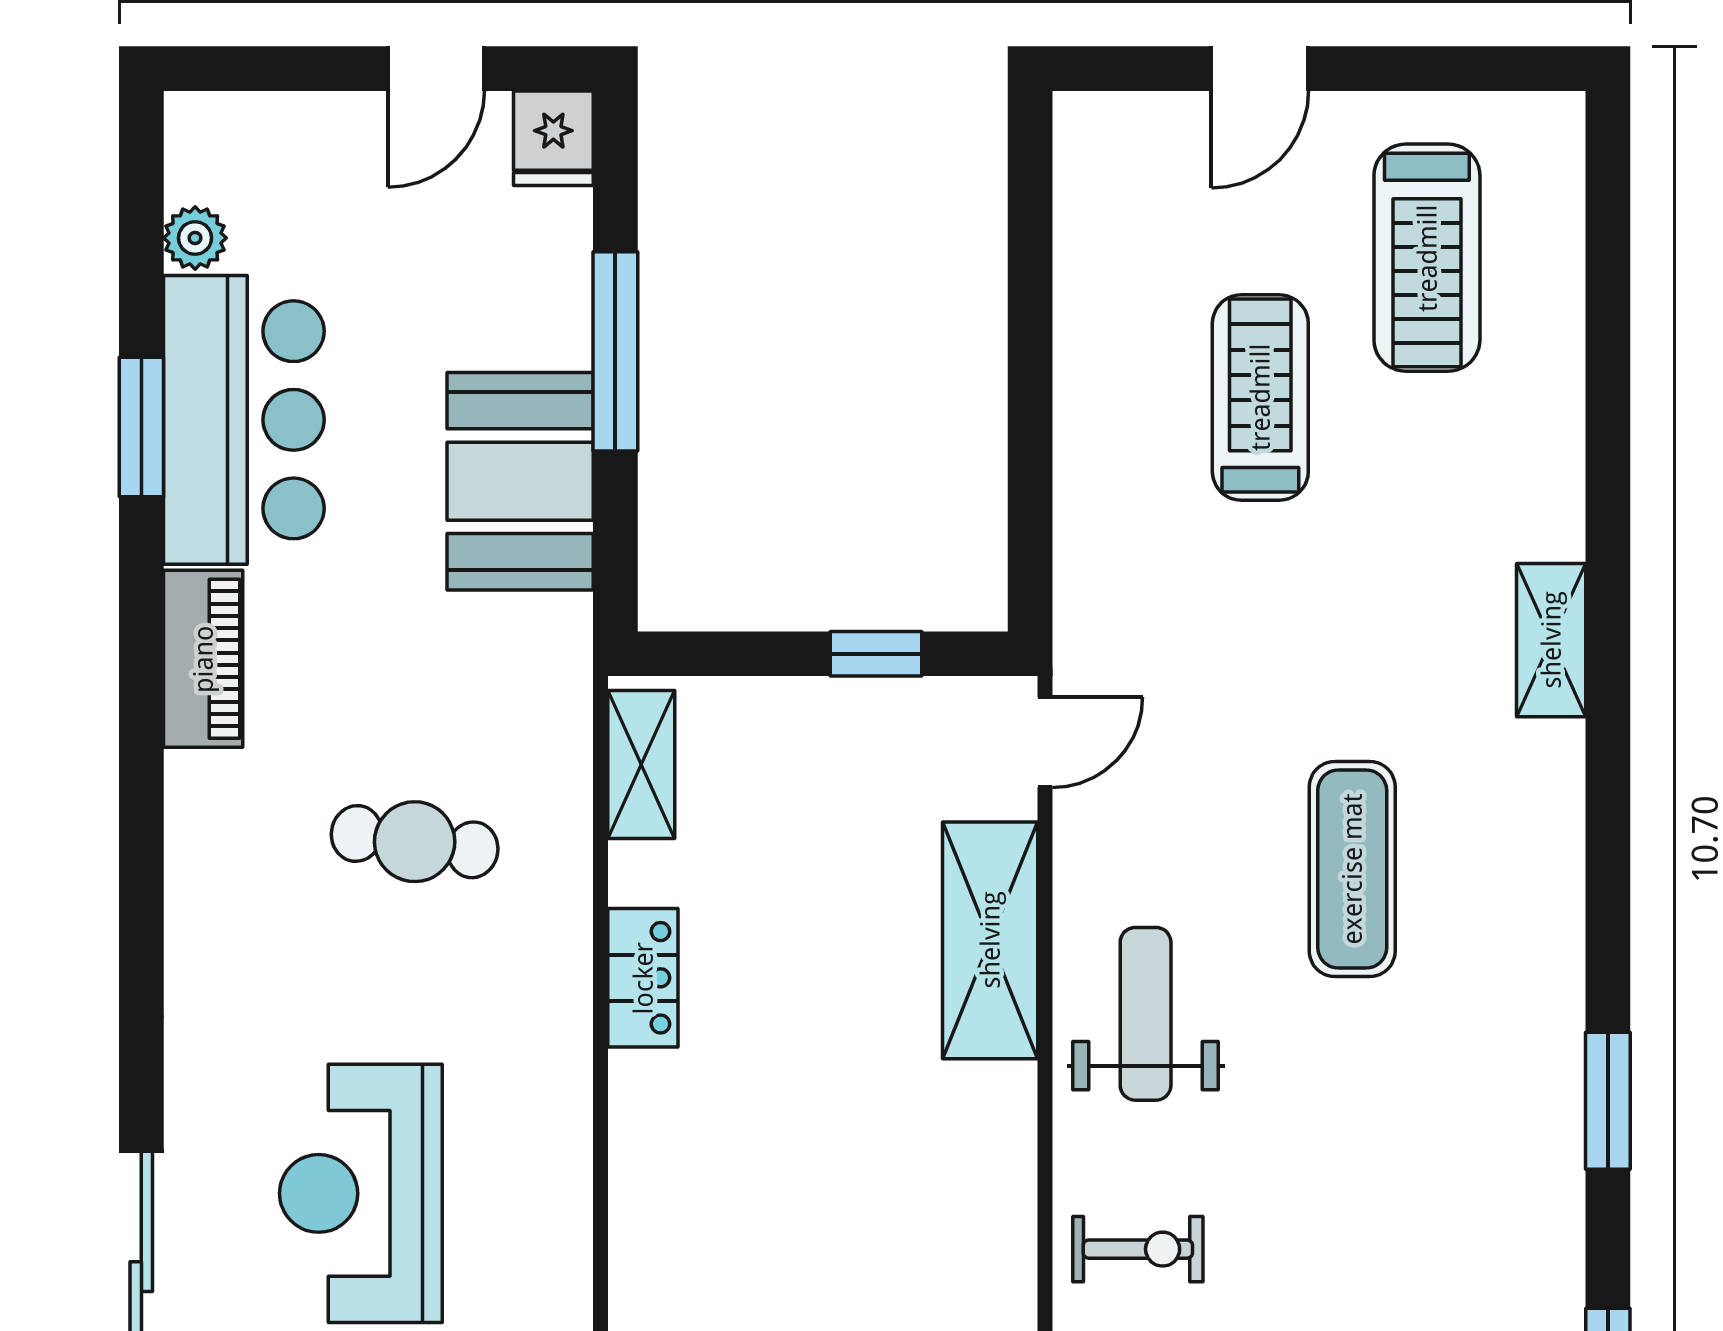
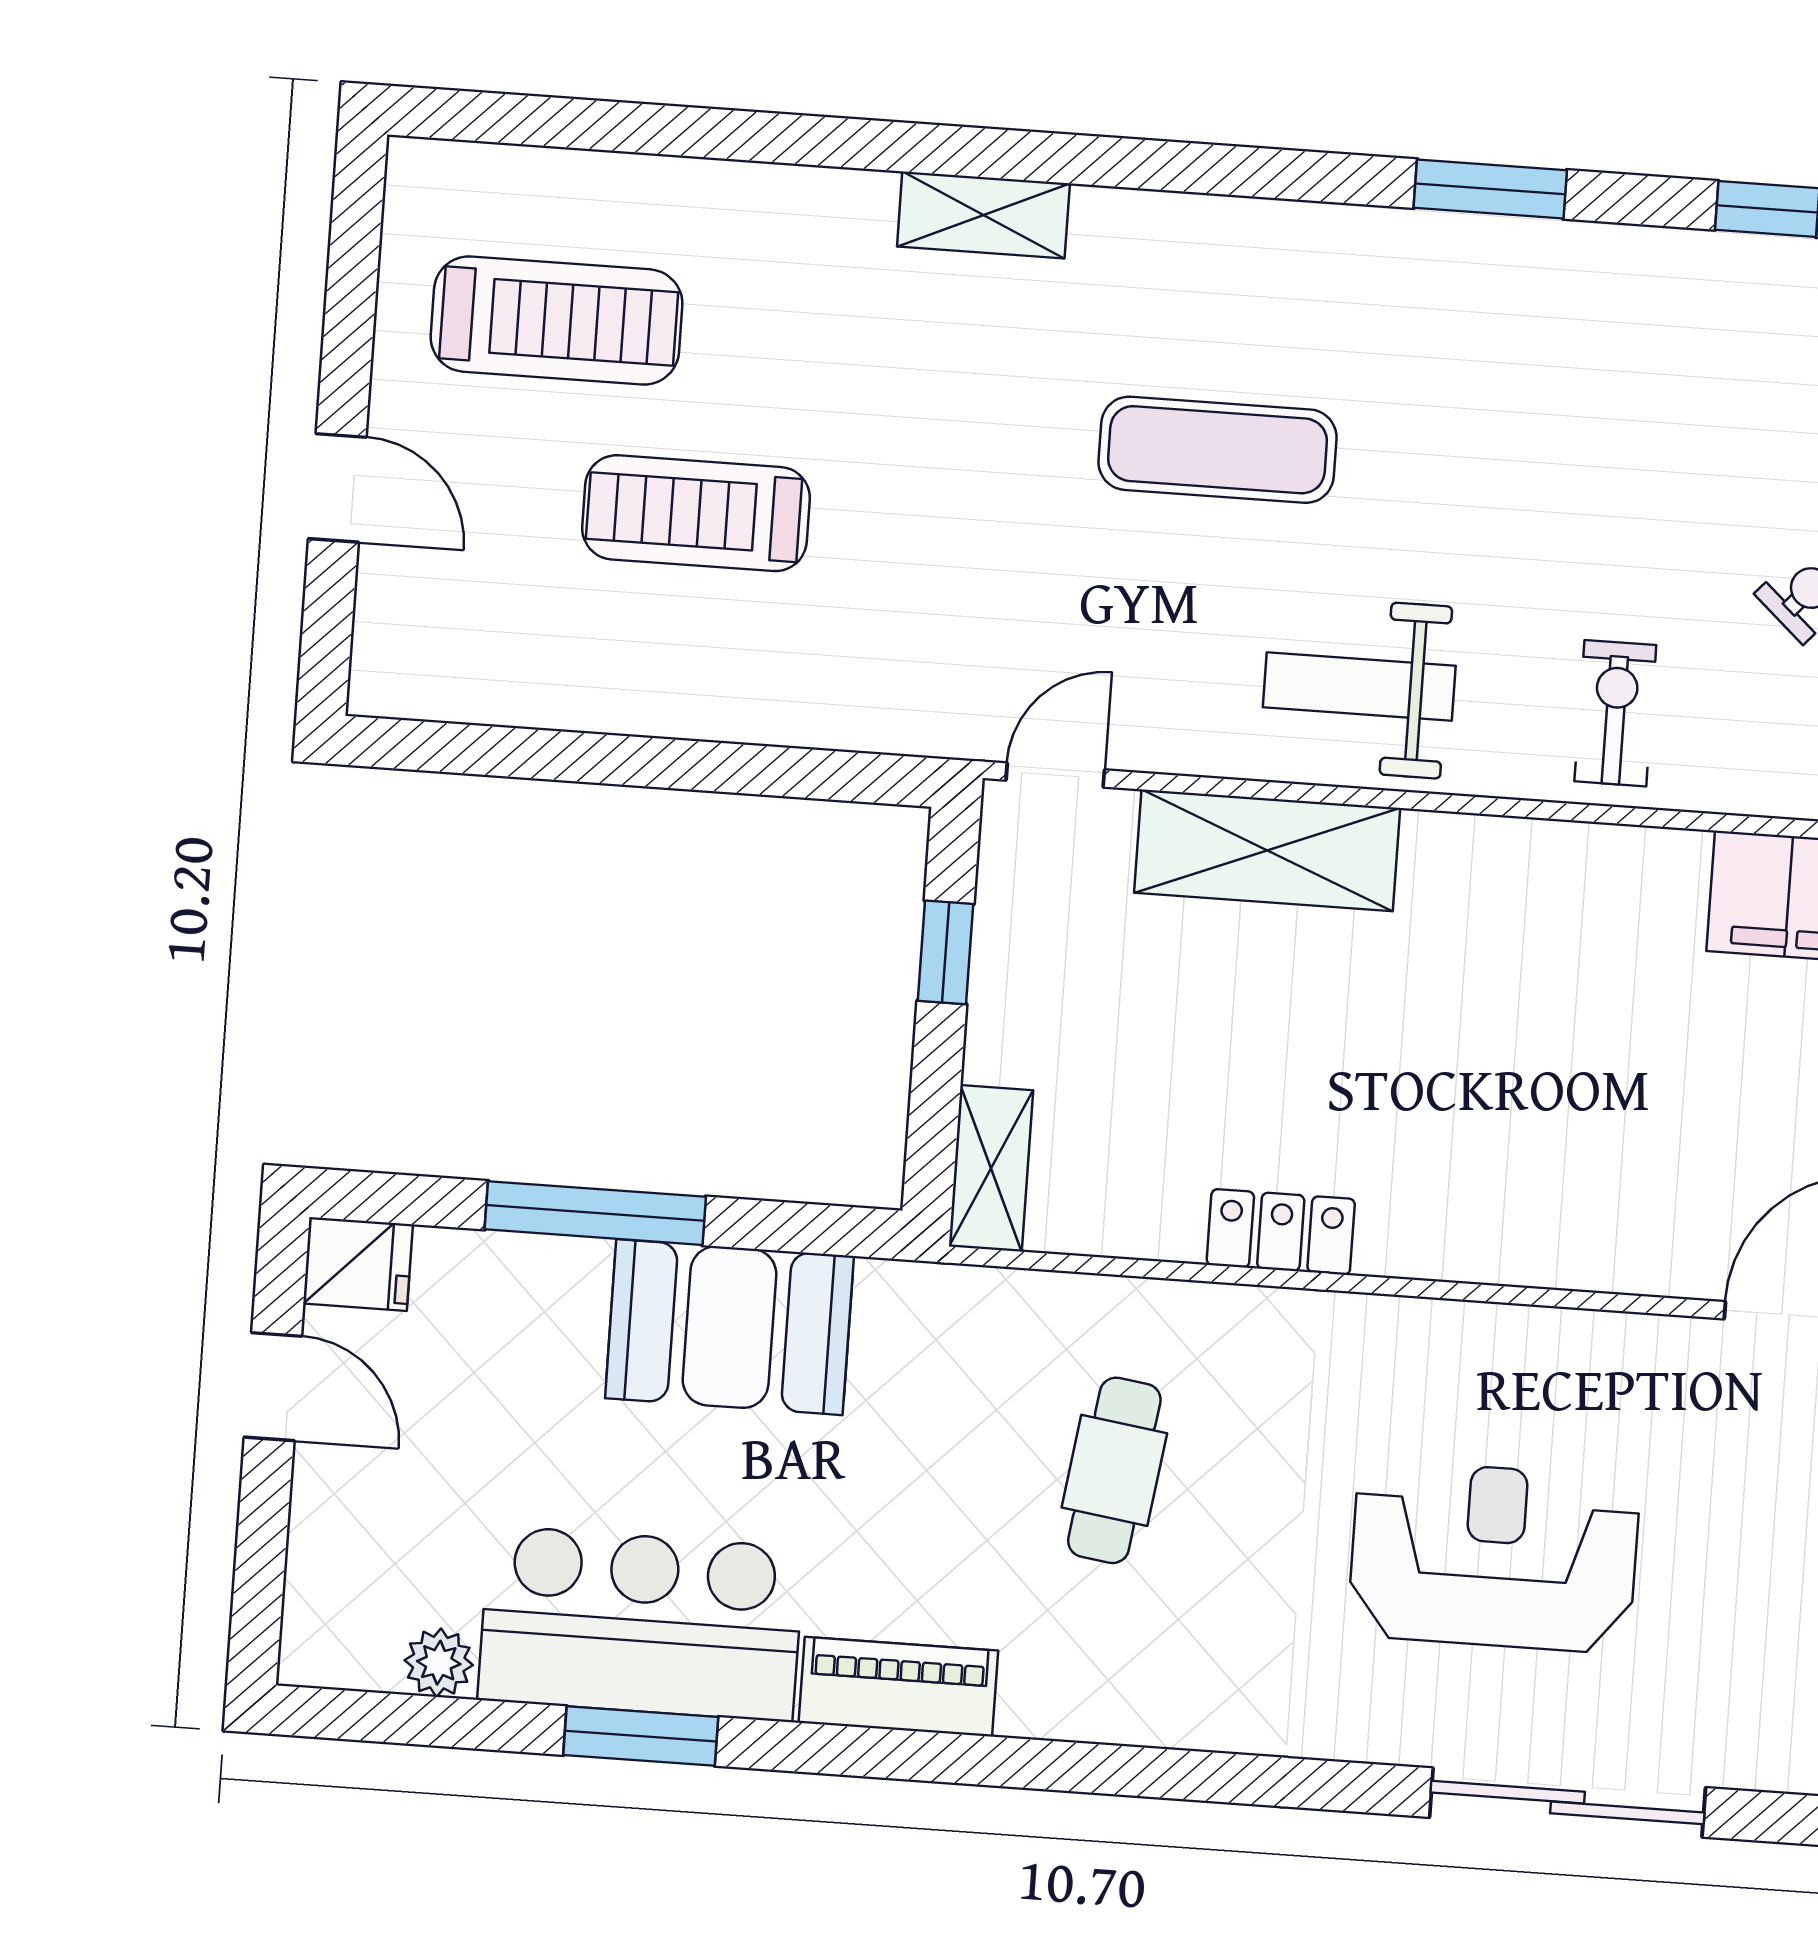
door: (1045, 742) -> (1055, 775), hinge flipped
shelving: (641, 765) -> (991, 1168), moved, turned 90
reception desk: (361, 1193) -> (1494, 1556), turned 180

